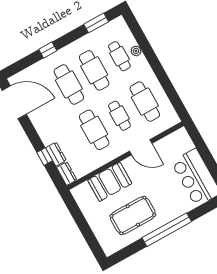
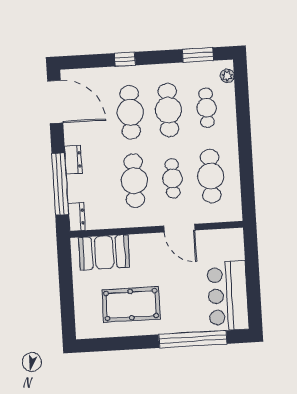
plant: (136, 51) -> (227, 76), moved
dresser: (56, 154) -> (73, 160), moved
window: (45, 157) -> (60, 184), width x3.17
booth: (110, 182) -> (104, 252), moved
window: (167, 230) -> (193, 339), moved

